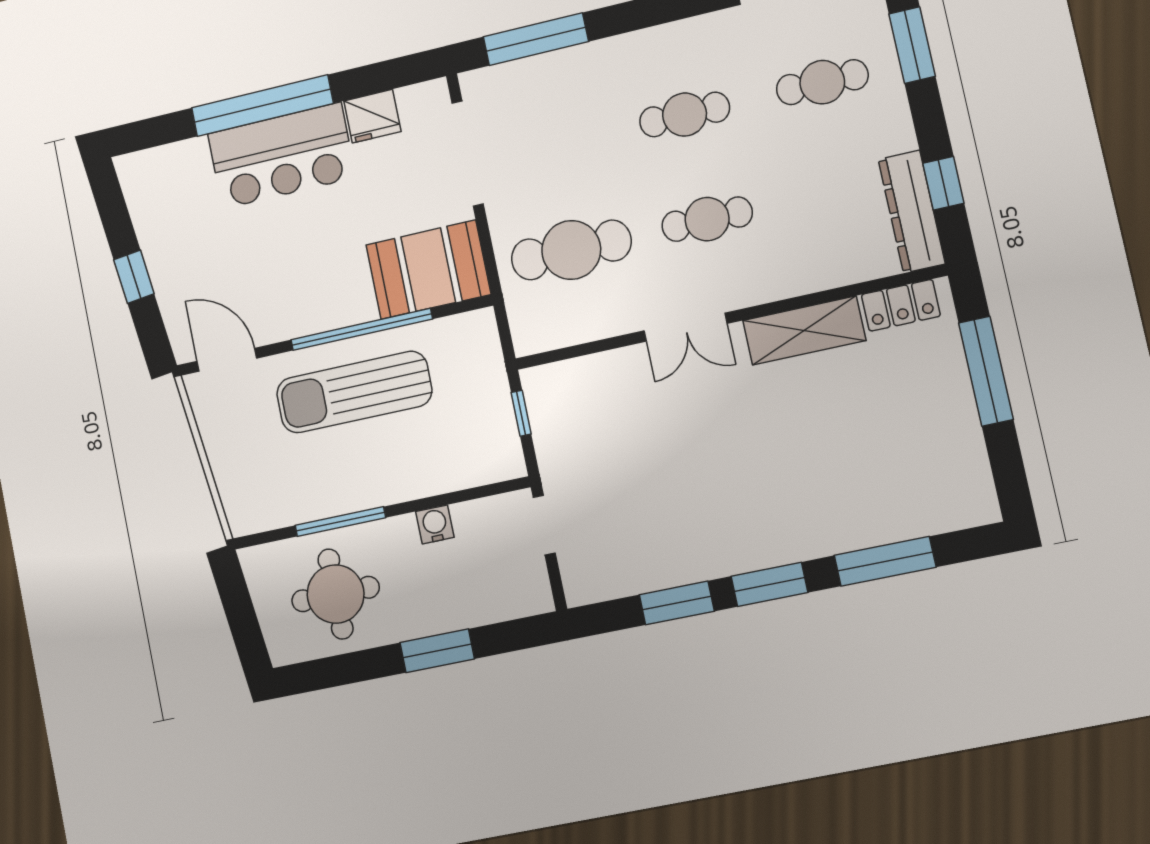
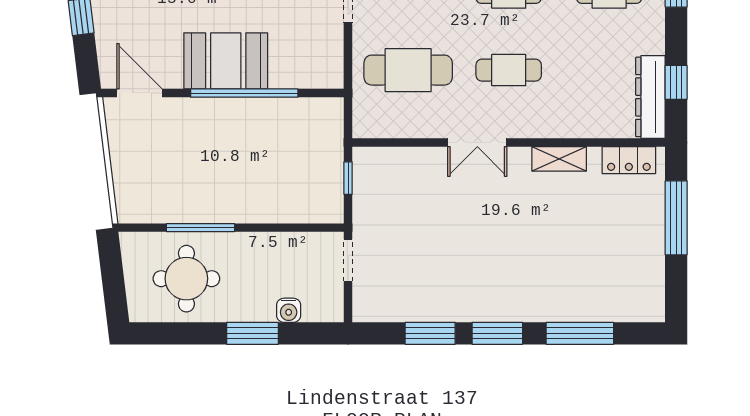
booth: (428, 270) -> (226, 61), moved
shelving: (804, 330) -> (559, 159), width x0.67, depth x0.75
sun lounger: (354, 392) -> (230, 137), removed
water cooler: (435, 524) -> (289, 310), moved, turned 180

